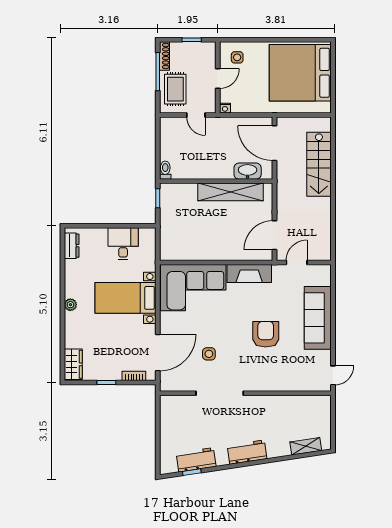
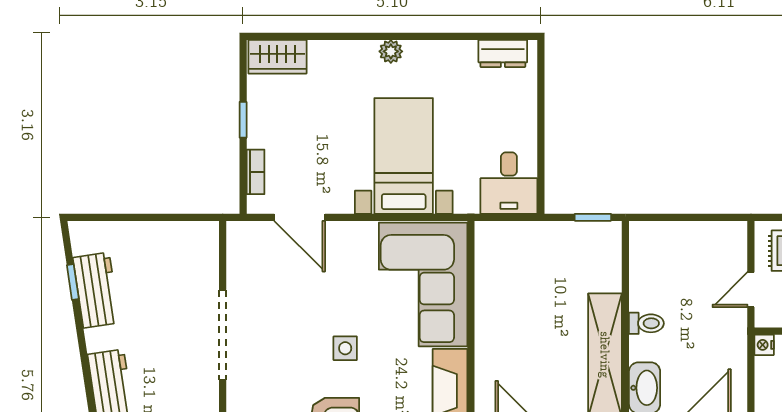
toilet: (165, 170) -> (646, 323), moved
desk: (123, 244) -> (509, 183), moved, turned 90
door: (158, 353) -> (300, 217), width x0.73
side table: (209, 354) -> (345, 348), moved

